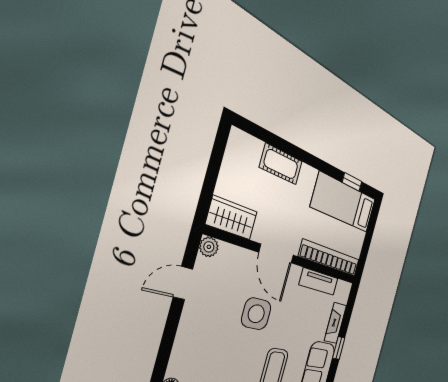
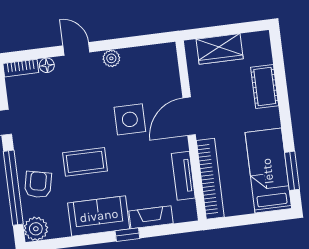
window: (352, 182) -> (292, 171), width x1.50
wardrobe: (232, 218) -> (220, 49), moved, turned 90
plant: (209, 247) -> (111, 58), moved
door: (183, 283) -> (76, 49), moved

